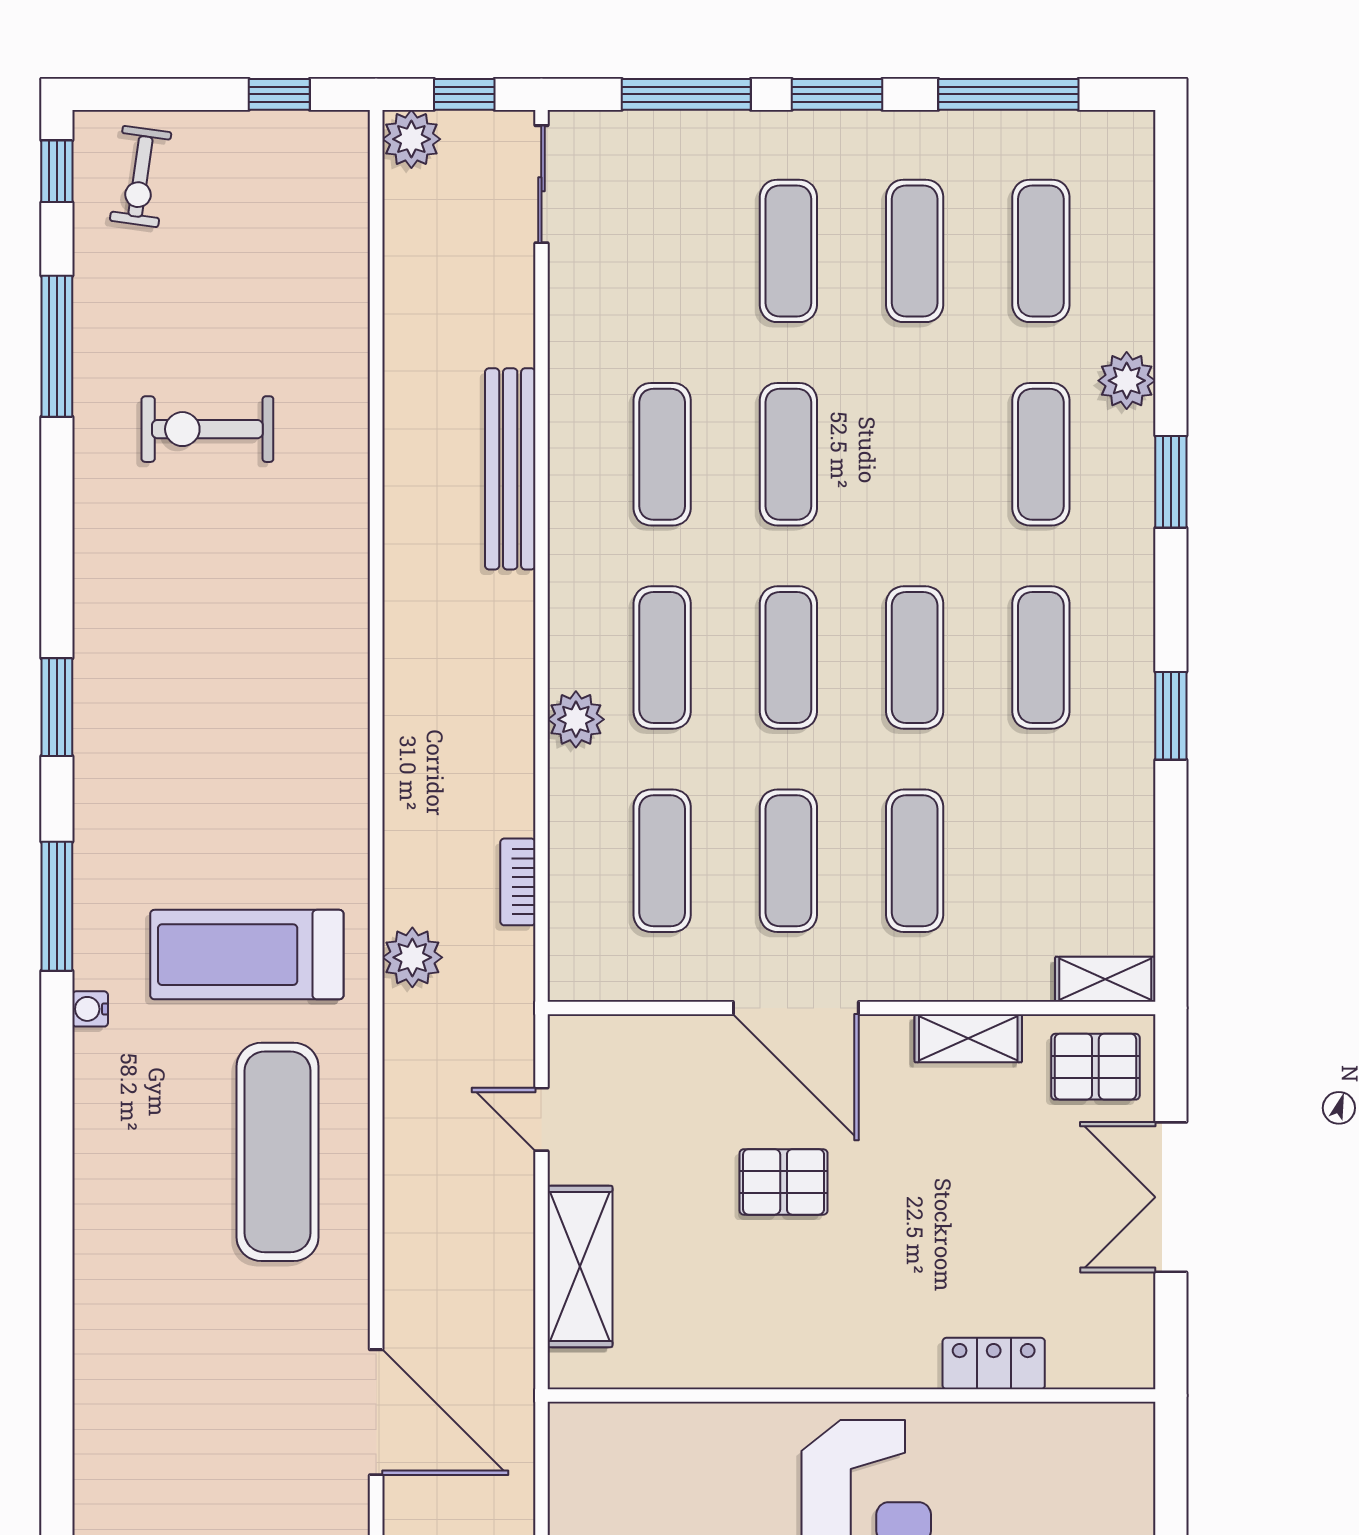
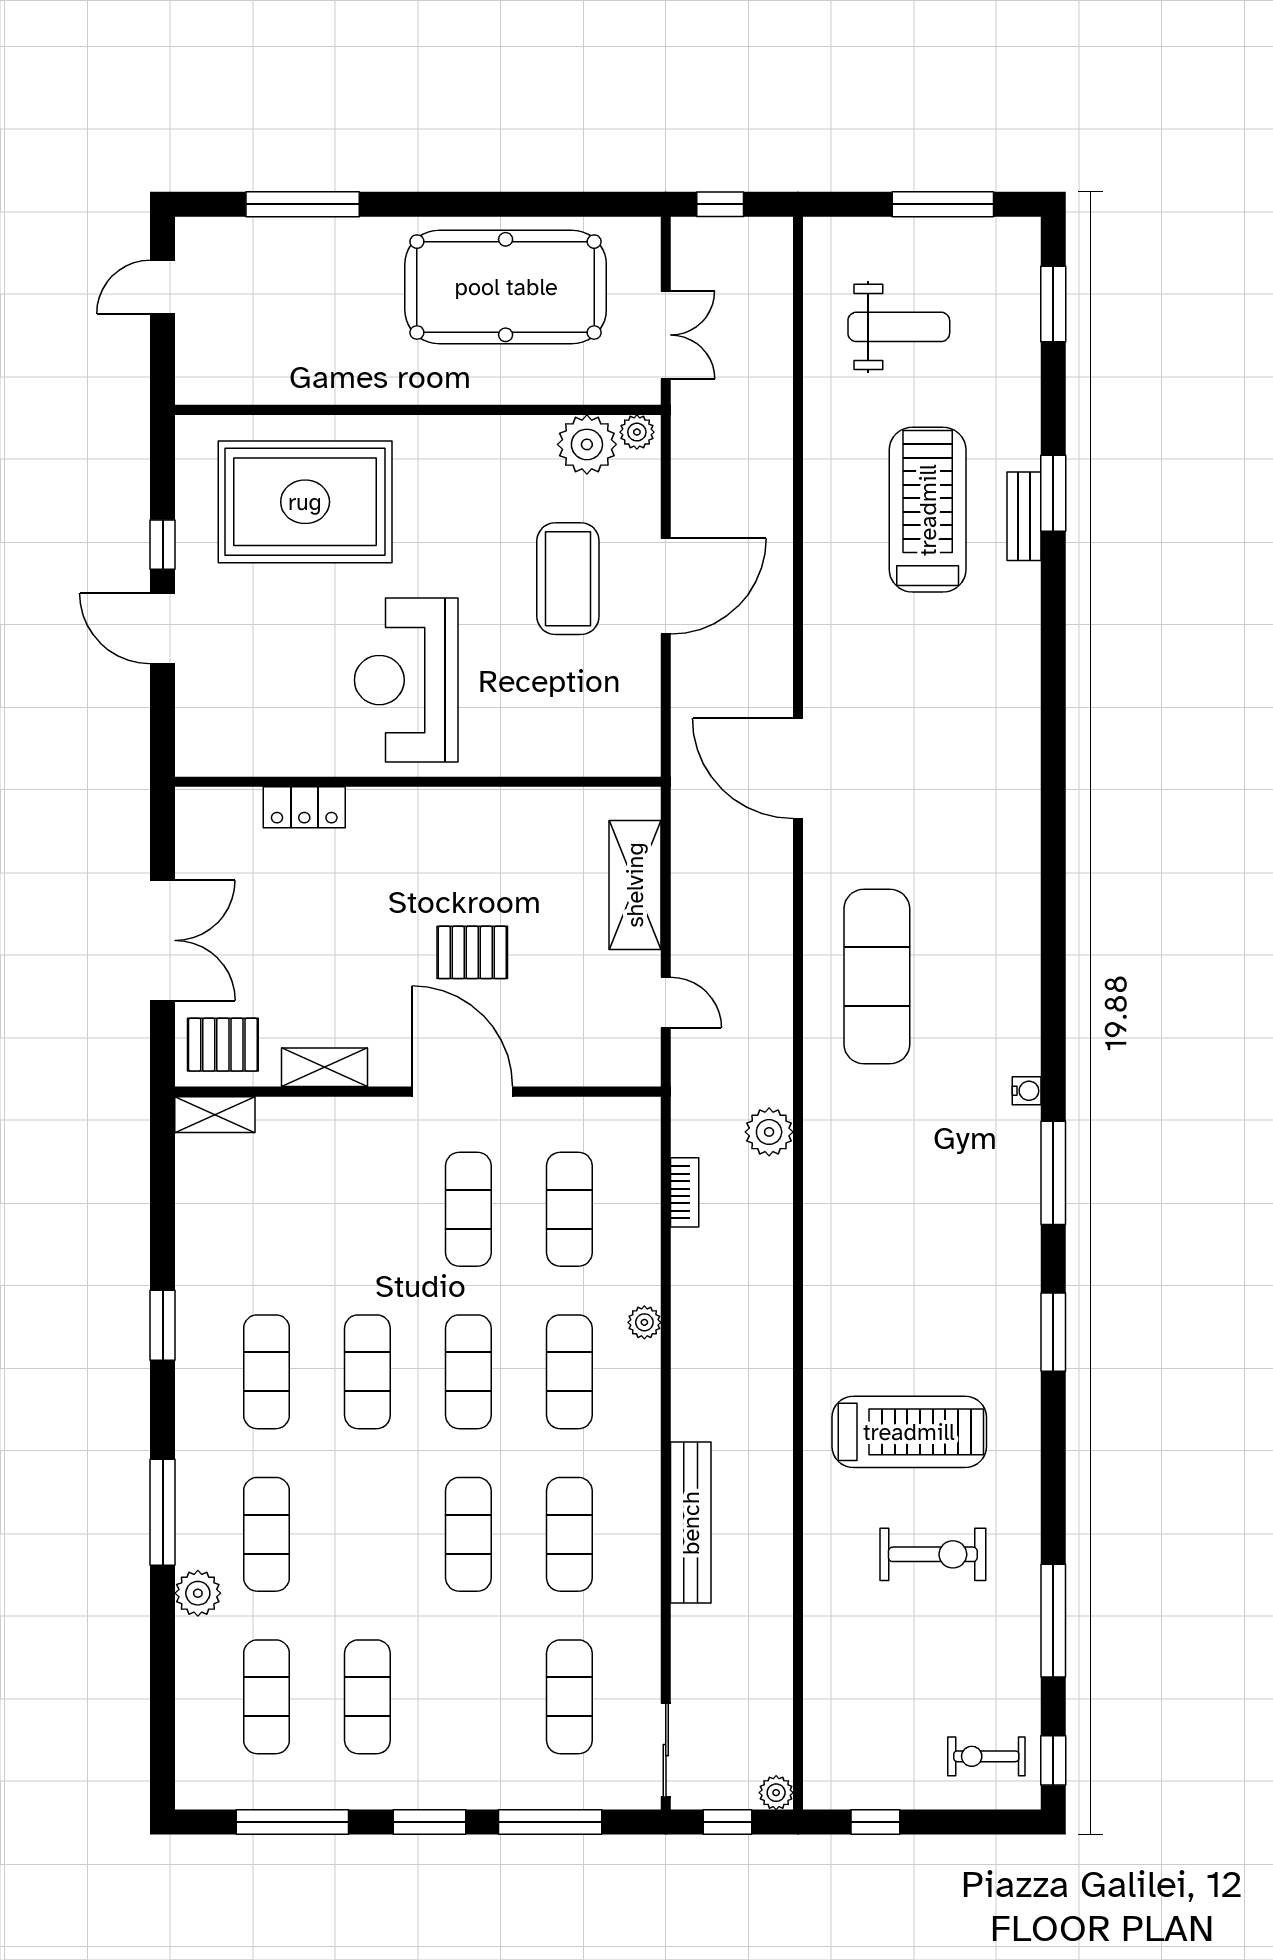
plant: (411, 139) -> (776, 1793), width x0.73, depth x0.73
exercise bike: (141, 177) -> (986, 1756), turned -98
exercise mat: (788, 251) -> (569, 1697), moved
window: (1171, 482) -> (163, 1512), width x1.44
plant: (576, 719) -> (644, 1322), width x0.73, depth x0.73
exercise mat: (915, 861) -> (367, 1209), removed
treadmill: (247, 955) -> (909, 1432), moved

